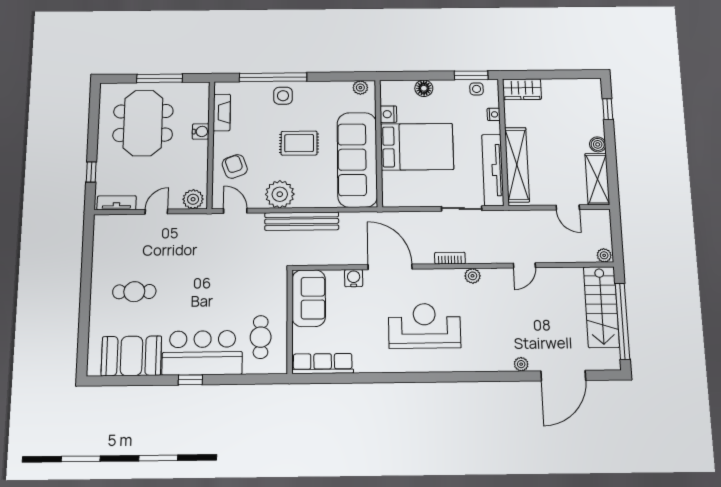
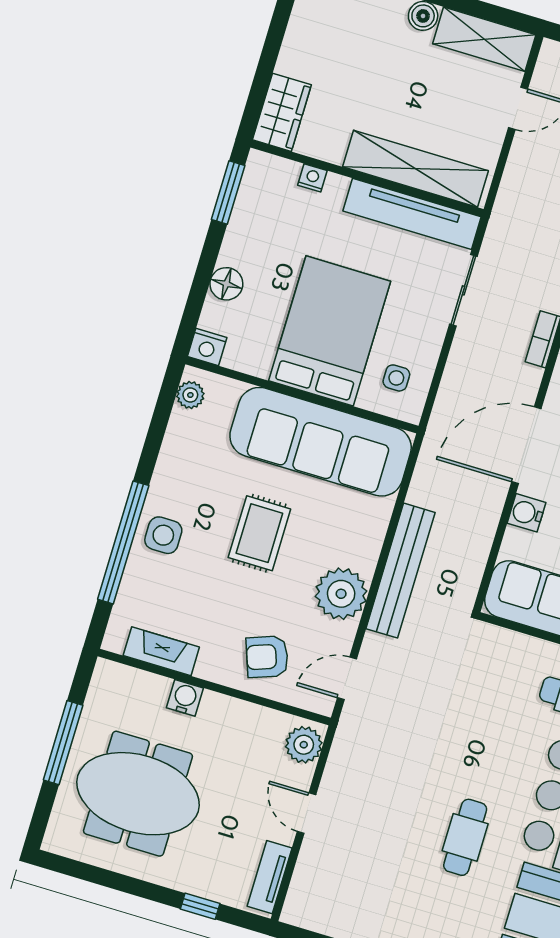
side table: (477, 89) -> (396, 378), moved
nightstand: (388, 114) -> (207, 347), moved
cafe table: (134, 292) -> (465, 837), moved

